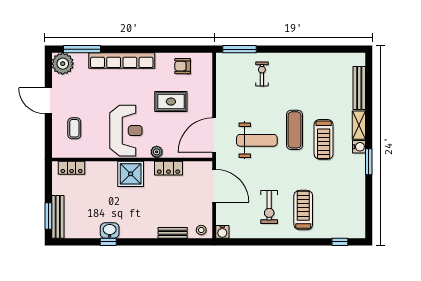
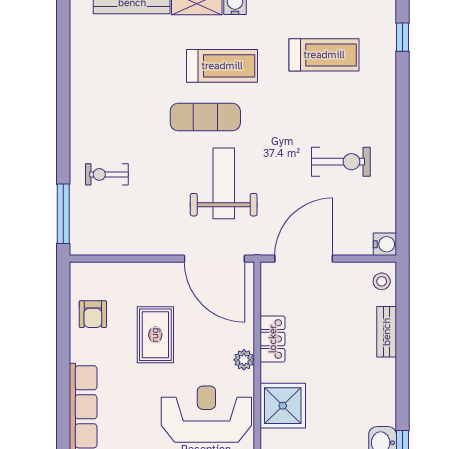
treadmill: (303, 210) -> (324, 55), moved, turned 180

